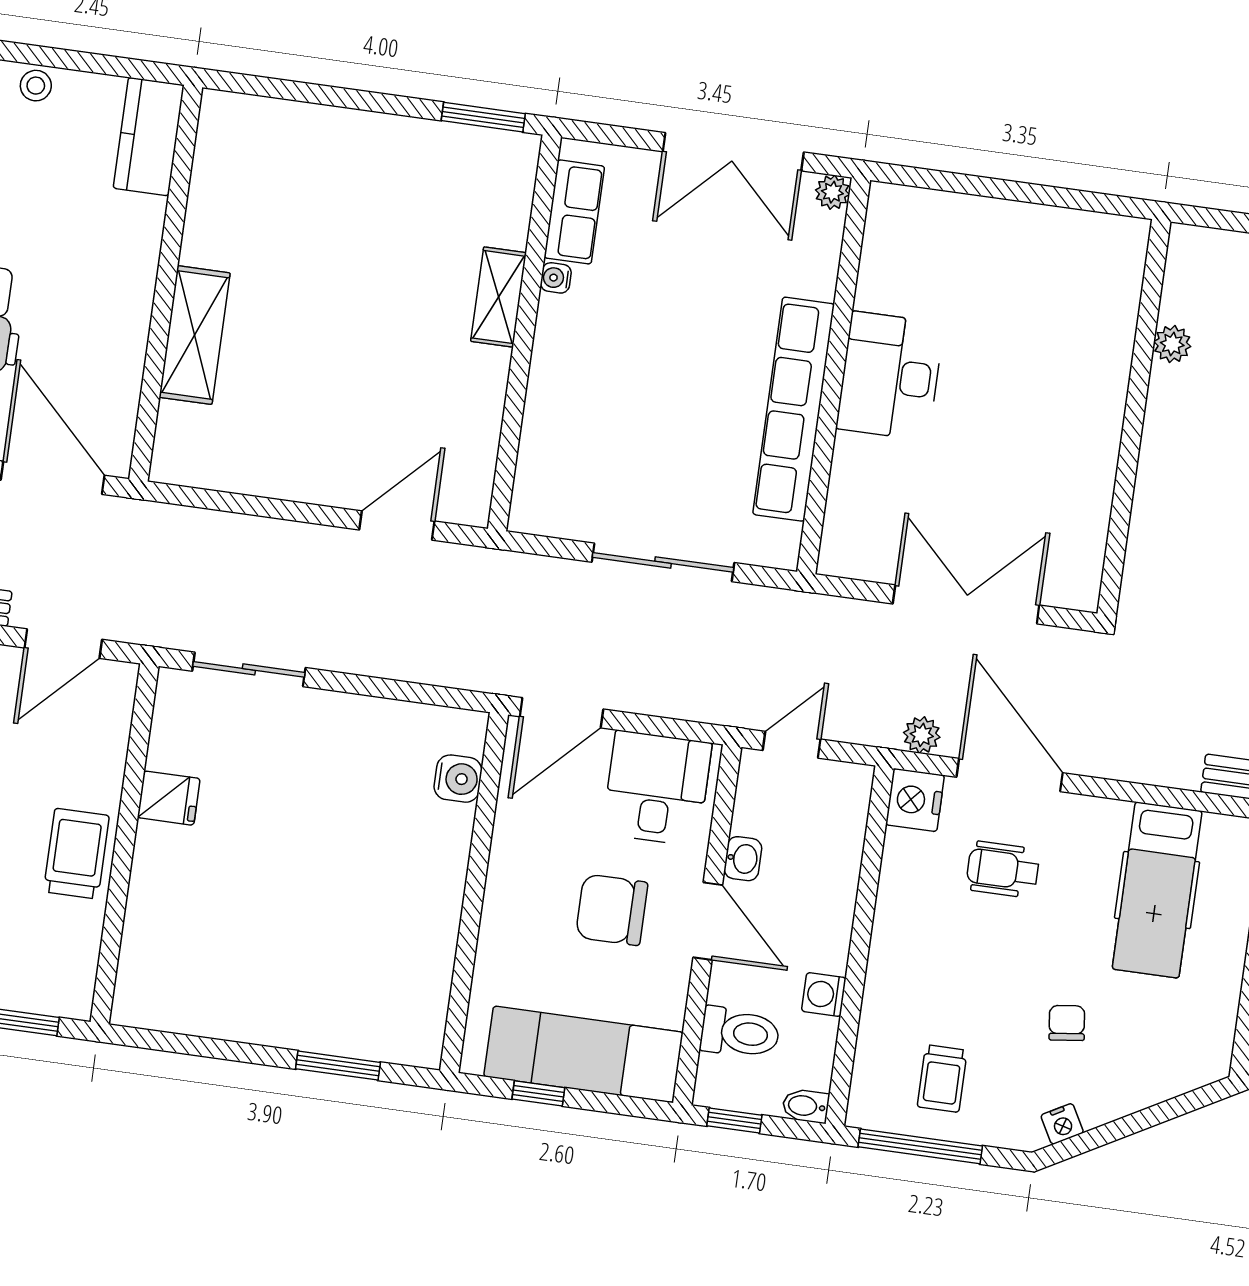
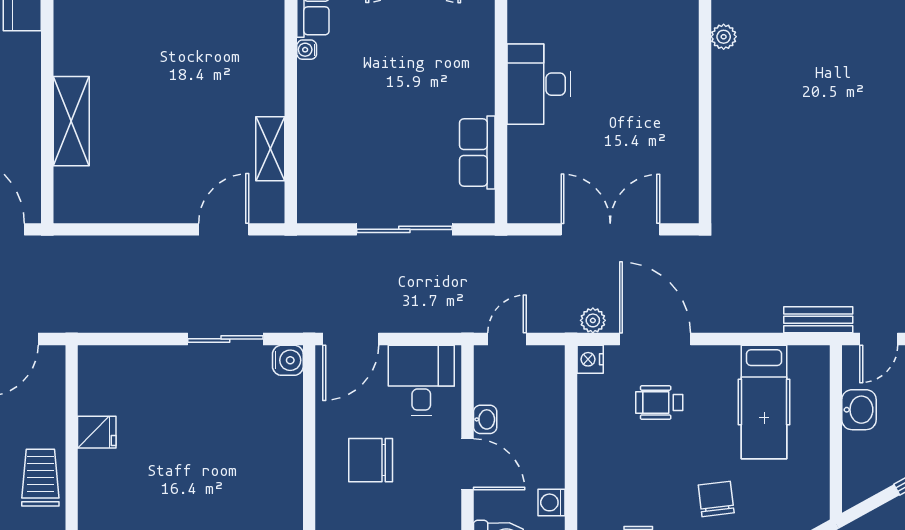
shelving: (498, 297) -> (270, 149), moved
row of seats: (794, 409) -> (477, 152), width x0.50
sliding door: (249, 669) -> (225, 339), moved
water cooler: (458, 779) -> (288, 360), moved
nightstand: (915, 800) -> (590, 359), width x0.74, depth x0.75
chair: (612, 910) -> (371, 460), moved
chair: (1067, 1023) -> (716, 499), width x1.37, depth x1.37

